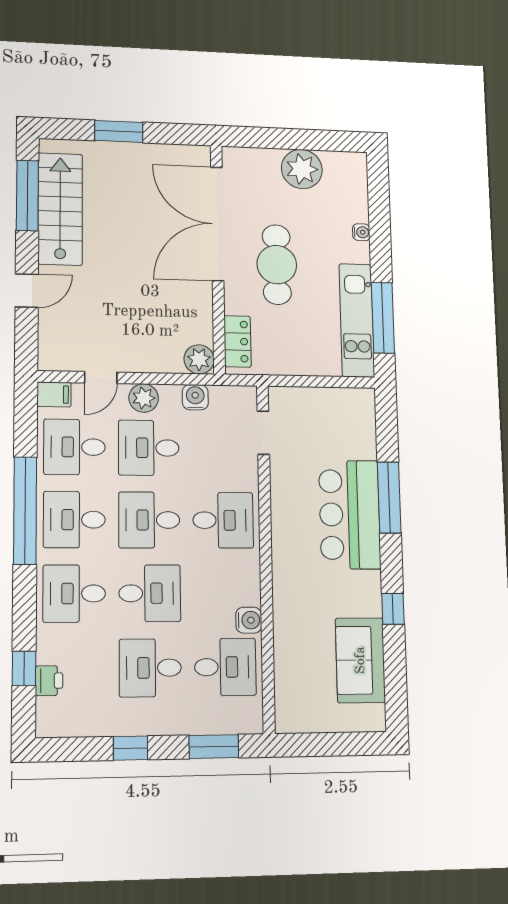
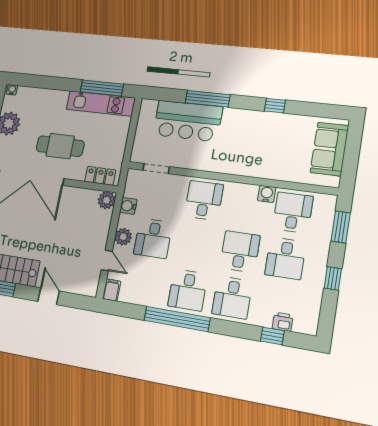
water cooler: (361, 232) -> (12, 90), moved
desk: (74, 447) -> (145, 283), removed
bar counter: (350, 515) -> (188, 121), moved
desk: (149, 520) -> (196, 245), removed
sofa: (360, 660) -> (329, 149), moved, turned 90

